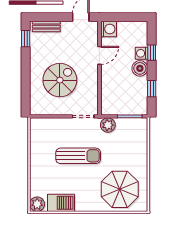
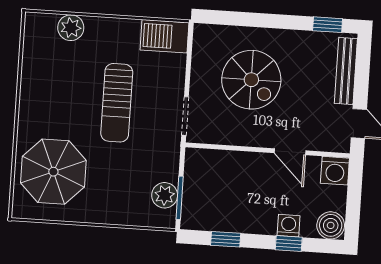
bench: (46, 27) -> (346, 71), width x1.36
boiler: (140, 68) -> (331, 225), moved
plant: (108, 125) -> (165, 195), moved
barbecue: (61, 203) -> (164, 36), moved, turned 90
plant: (37, 204) -> (71, 28), moved

